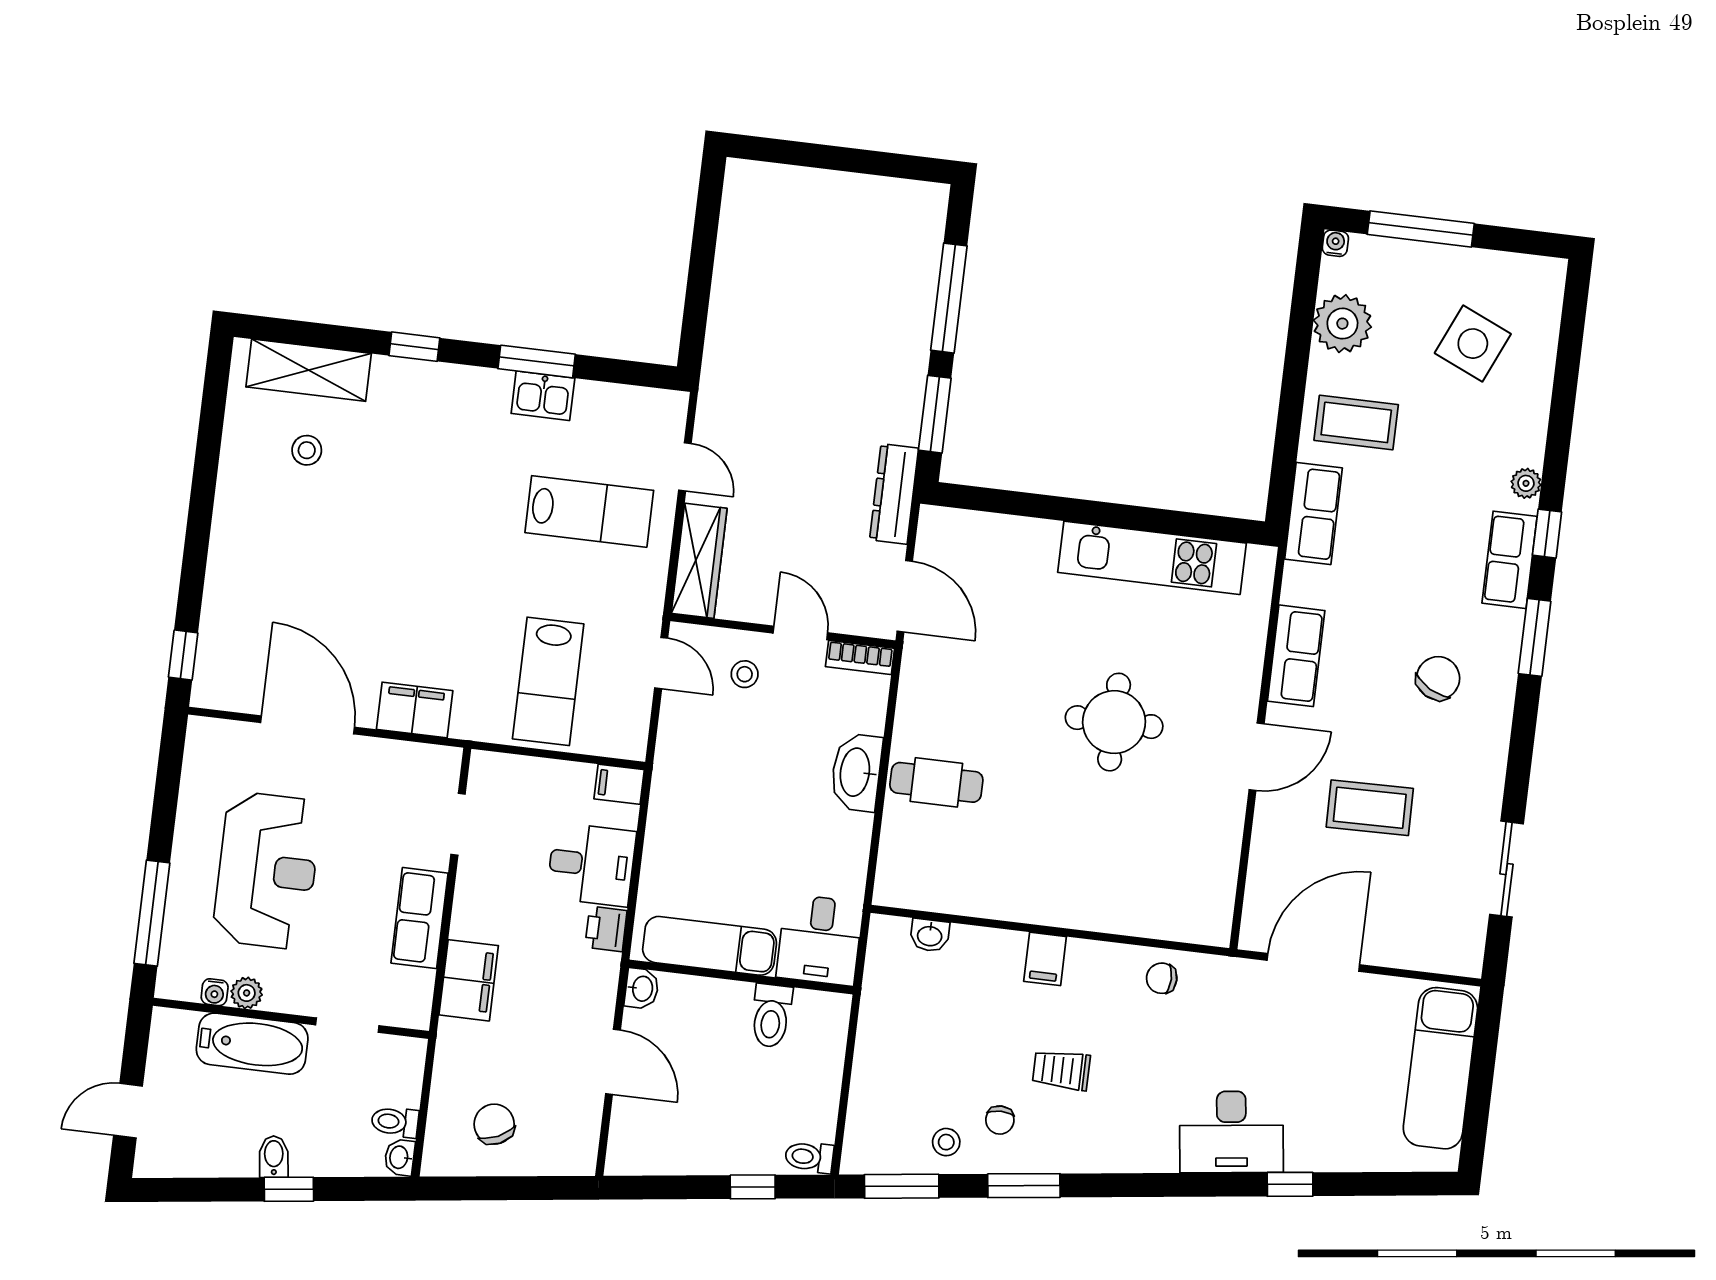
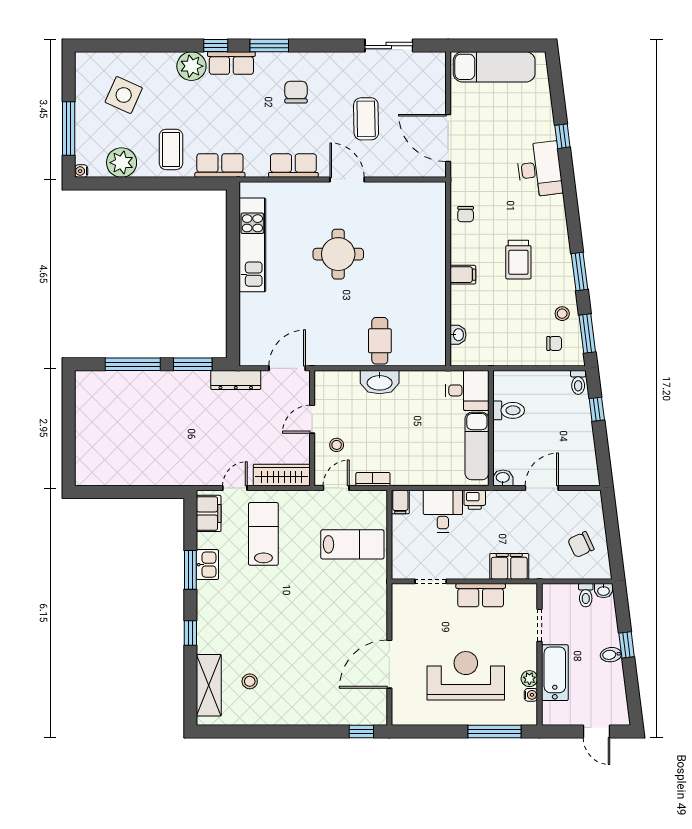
plant: (1526, 483) -> (191, 66), width x1.87, depth x1.87
bookcase: (860, 657) -> (373, 479), moved, turned -90
chair: (1438, 678) -> (296, 92), turned 61
filing cabinet: (415, 710) -> (209, 513), moved, turned 180
trolley: (1061, 1070) -> (518, 260), width x1.36, depth x1.39
chair: (1000, 1120) -> (554, 343), moved

